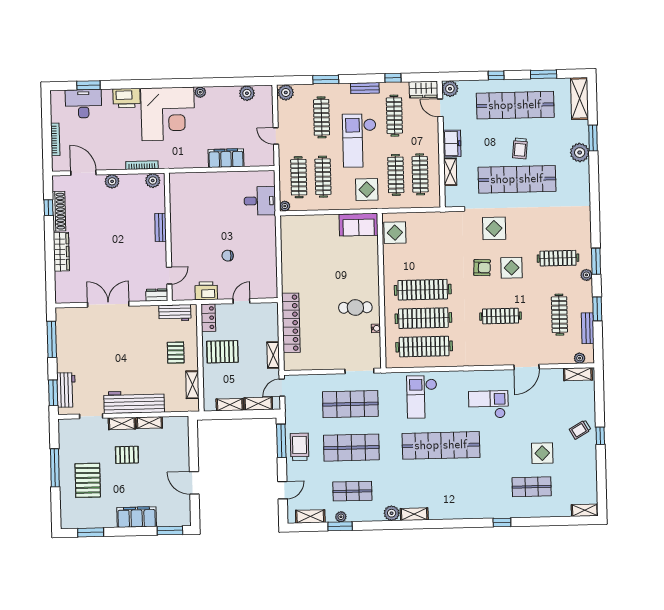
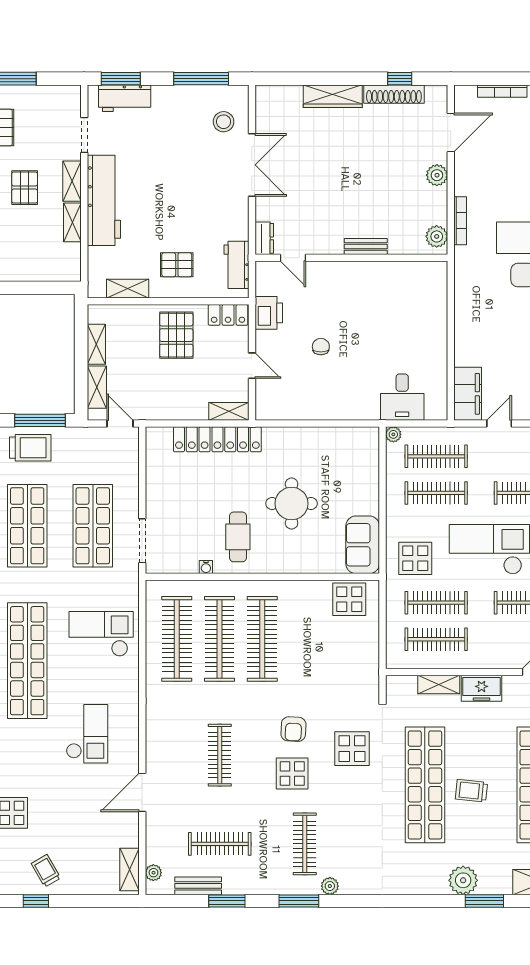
filing cabinet: (226, 158) -> (468, 394), moved
round table: (332, 272) -> (292, 504), added
plant: (586, 275) -> (330, 886), moved
stool: (80, 324) -> (224, 122), added
shelving: (273, 355) -> (229, 411), moved
door: (527, 367) -> (142, 792), hinge flipped

